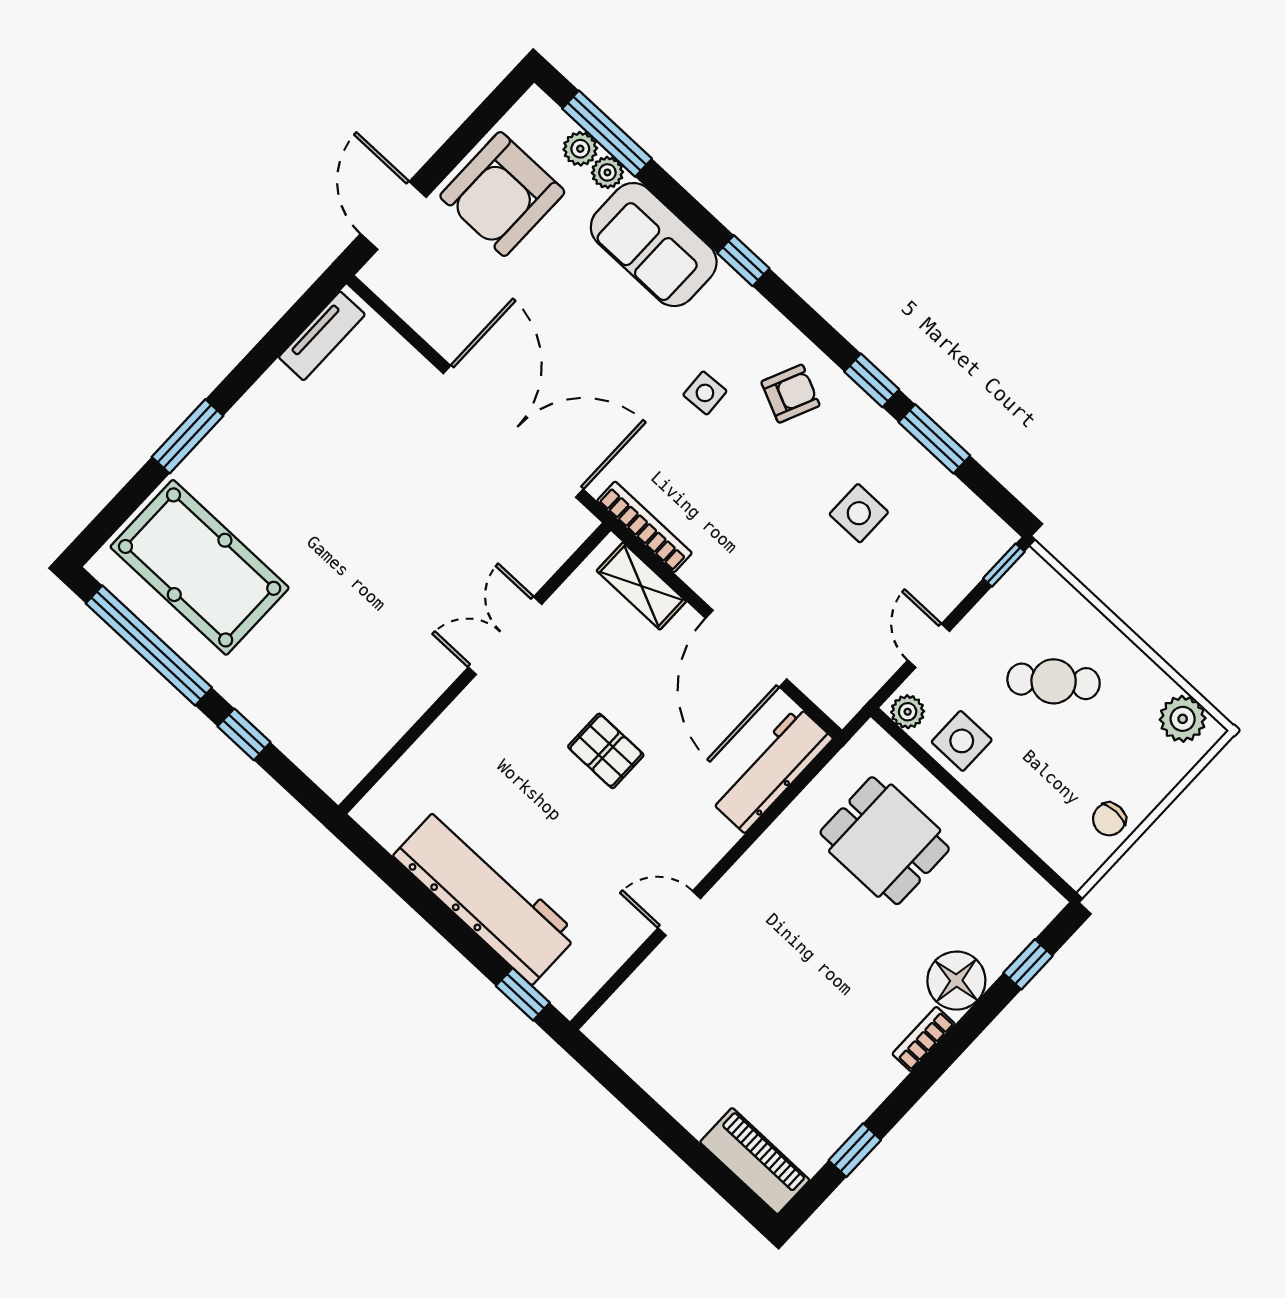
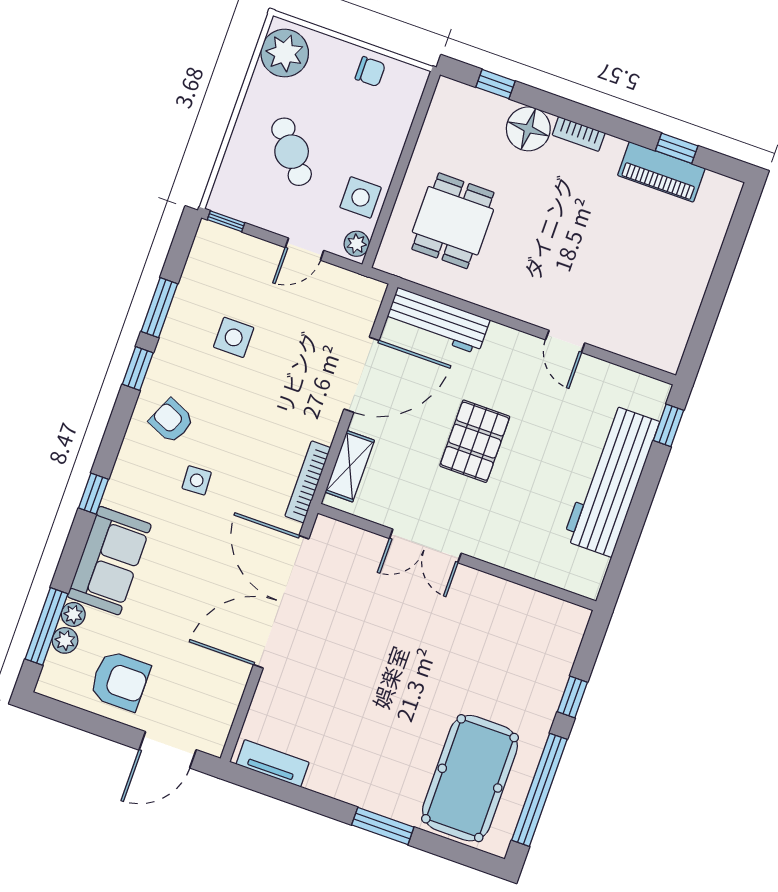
armchair: (502, 194) -> (120, 681), width x0.73, depth x0.73
plant: (1183, 719) -> (285, 53), width x1.36, depth x1.36
pallet: (606, 751) -> (475, 441), width x1.50, depth x1.42
piano: (755, 1161) -> (661, 172), moved, turned -90

